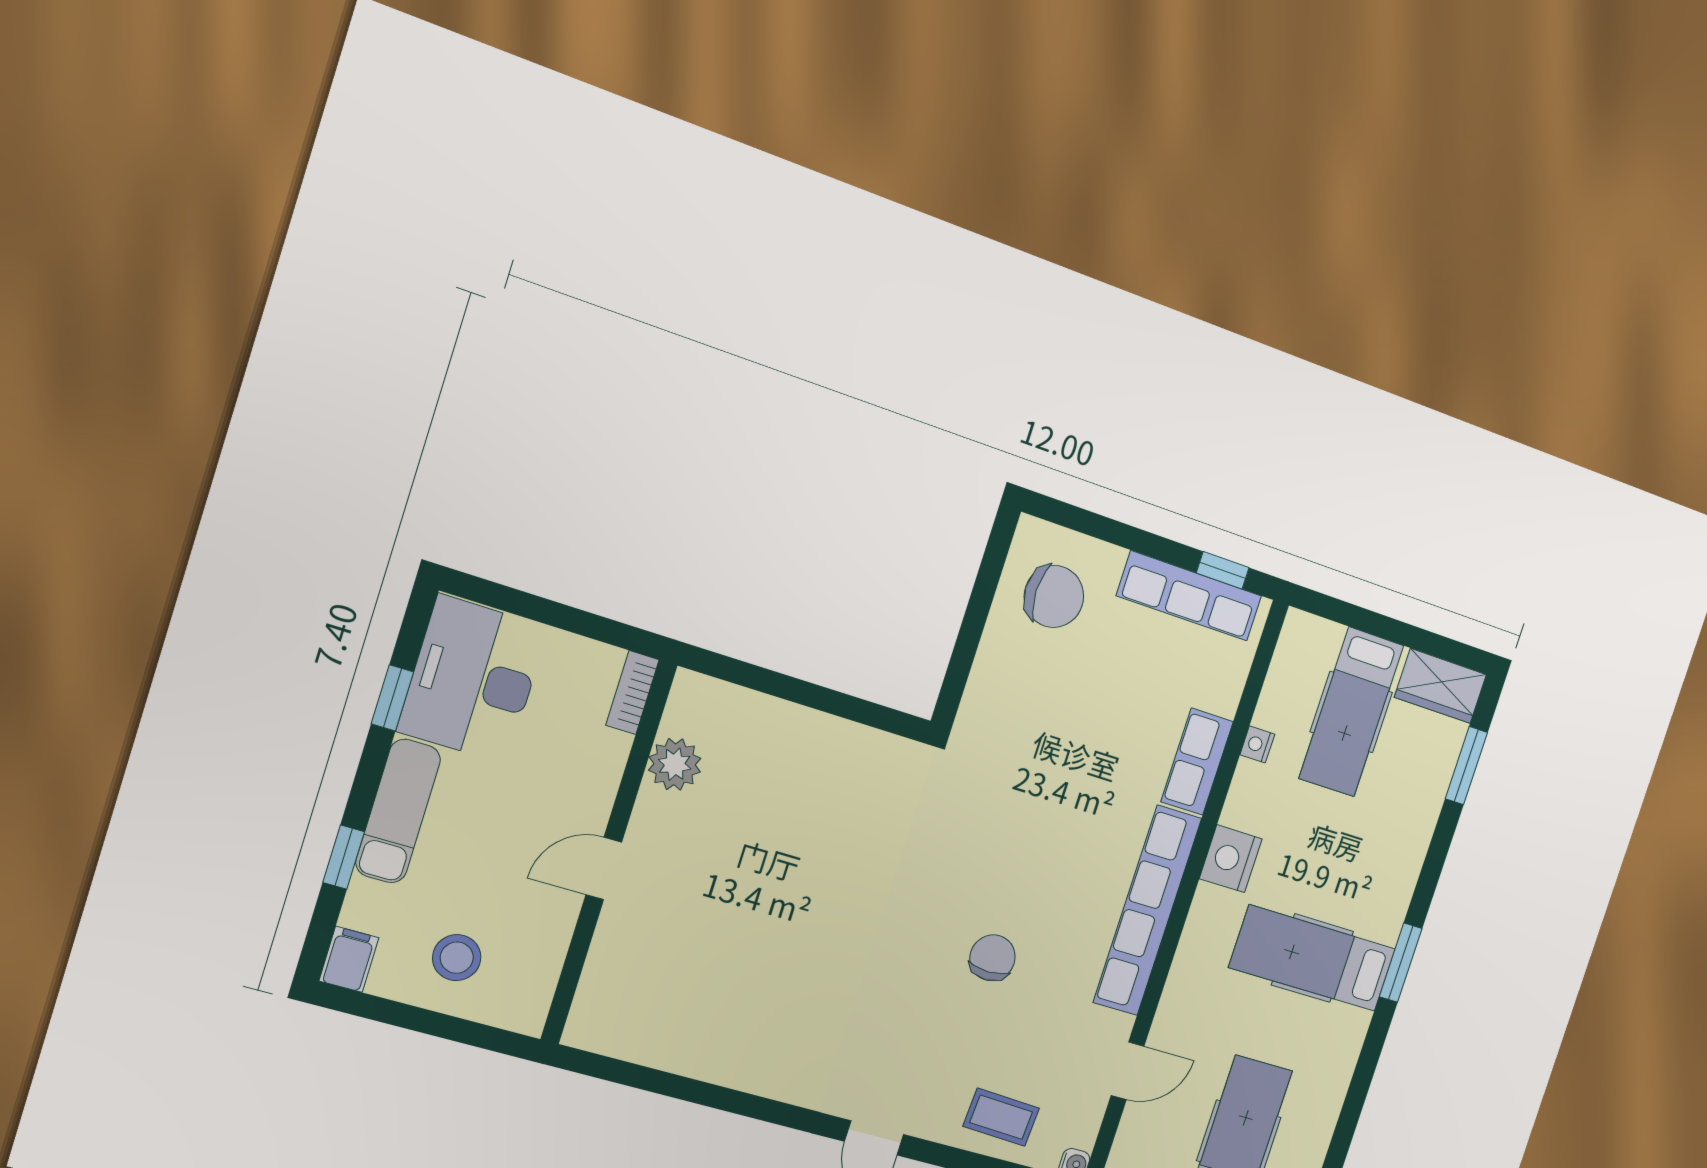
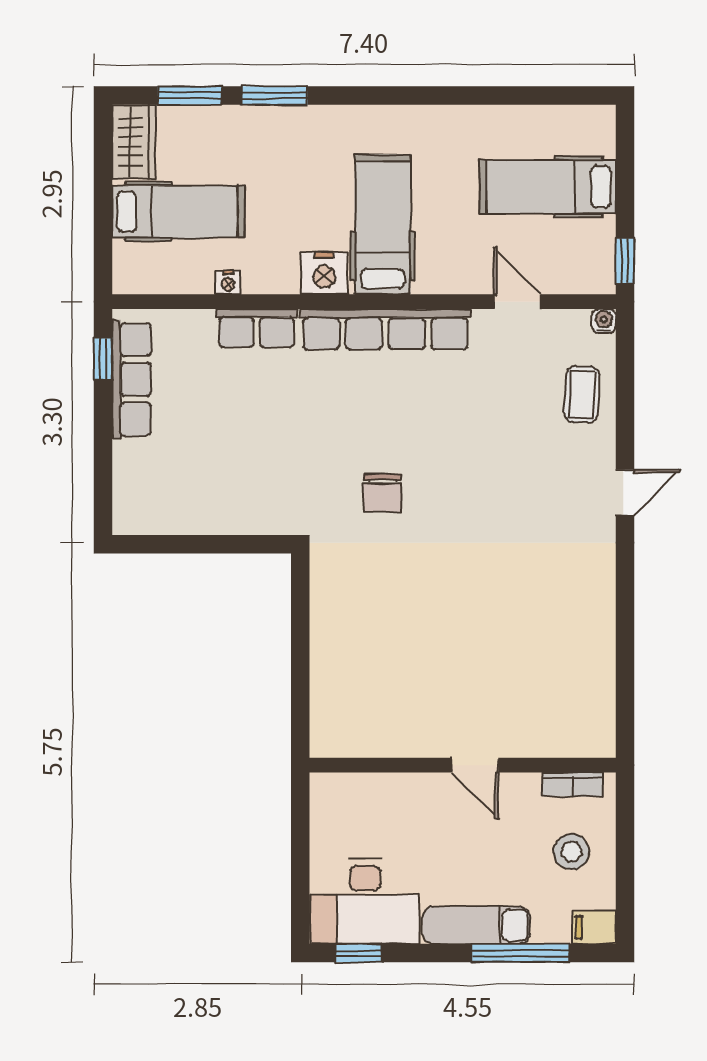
chair: (1054, 596) -> (167, 488), removed
bookcase: (632, 693) -> (573, 784), moved
window: (392, 698) -> (358, 953), moved
plant: (675, 764) -> (382, 737), removed
window: (344, 857) -> (521, 953), width x2.17
chair: (992, 958) -> (382, 493), moved, turned -90
hospital bed: (1312, 958) -> (383, 224), moved, turned 180
window: (1401, 963) -> (274, 96), moved

